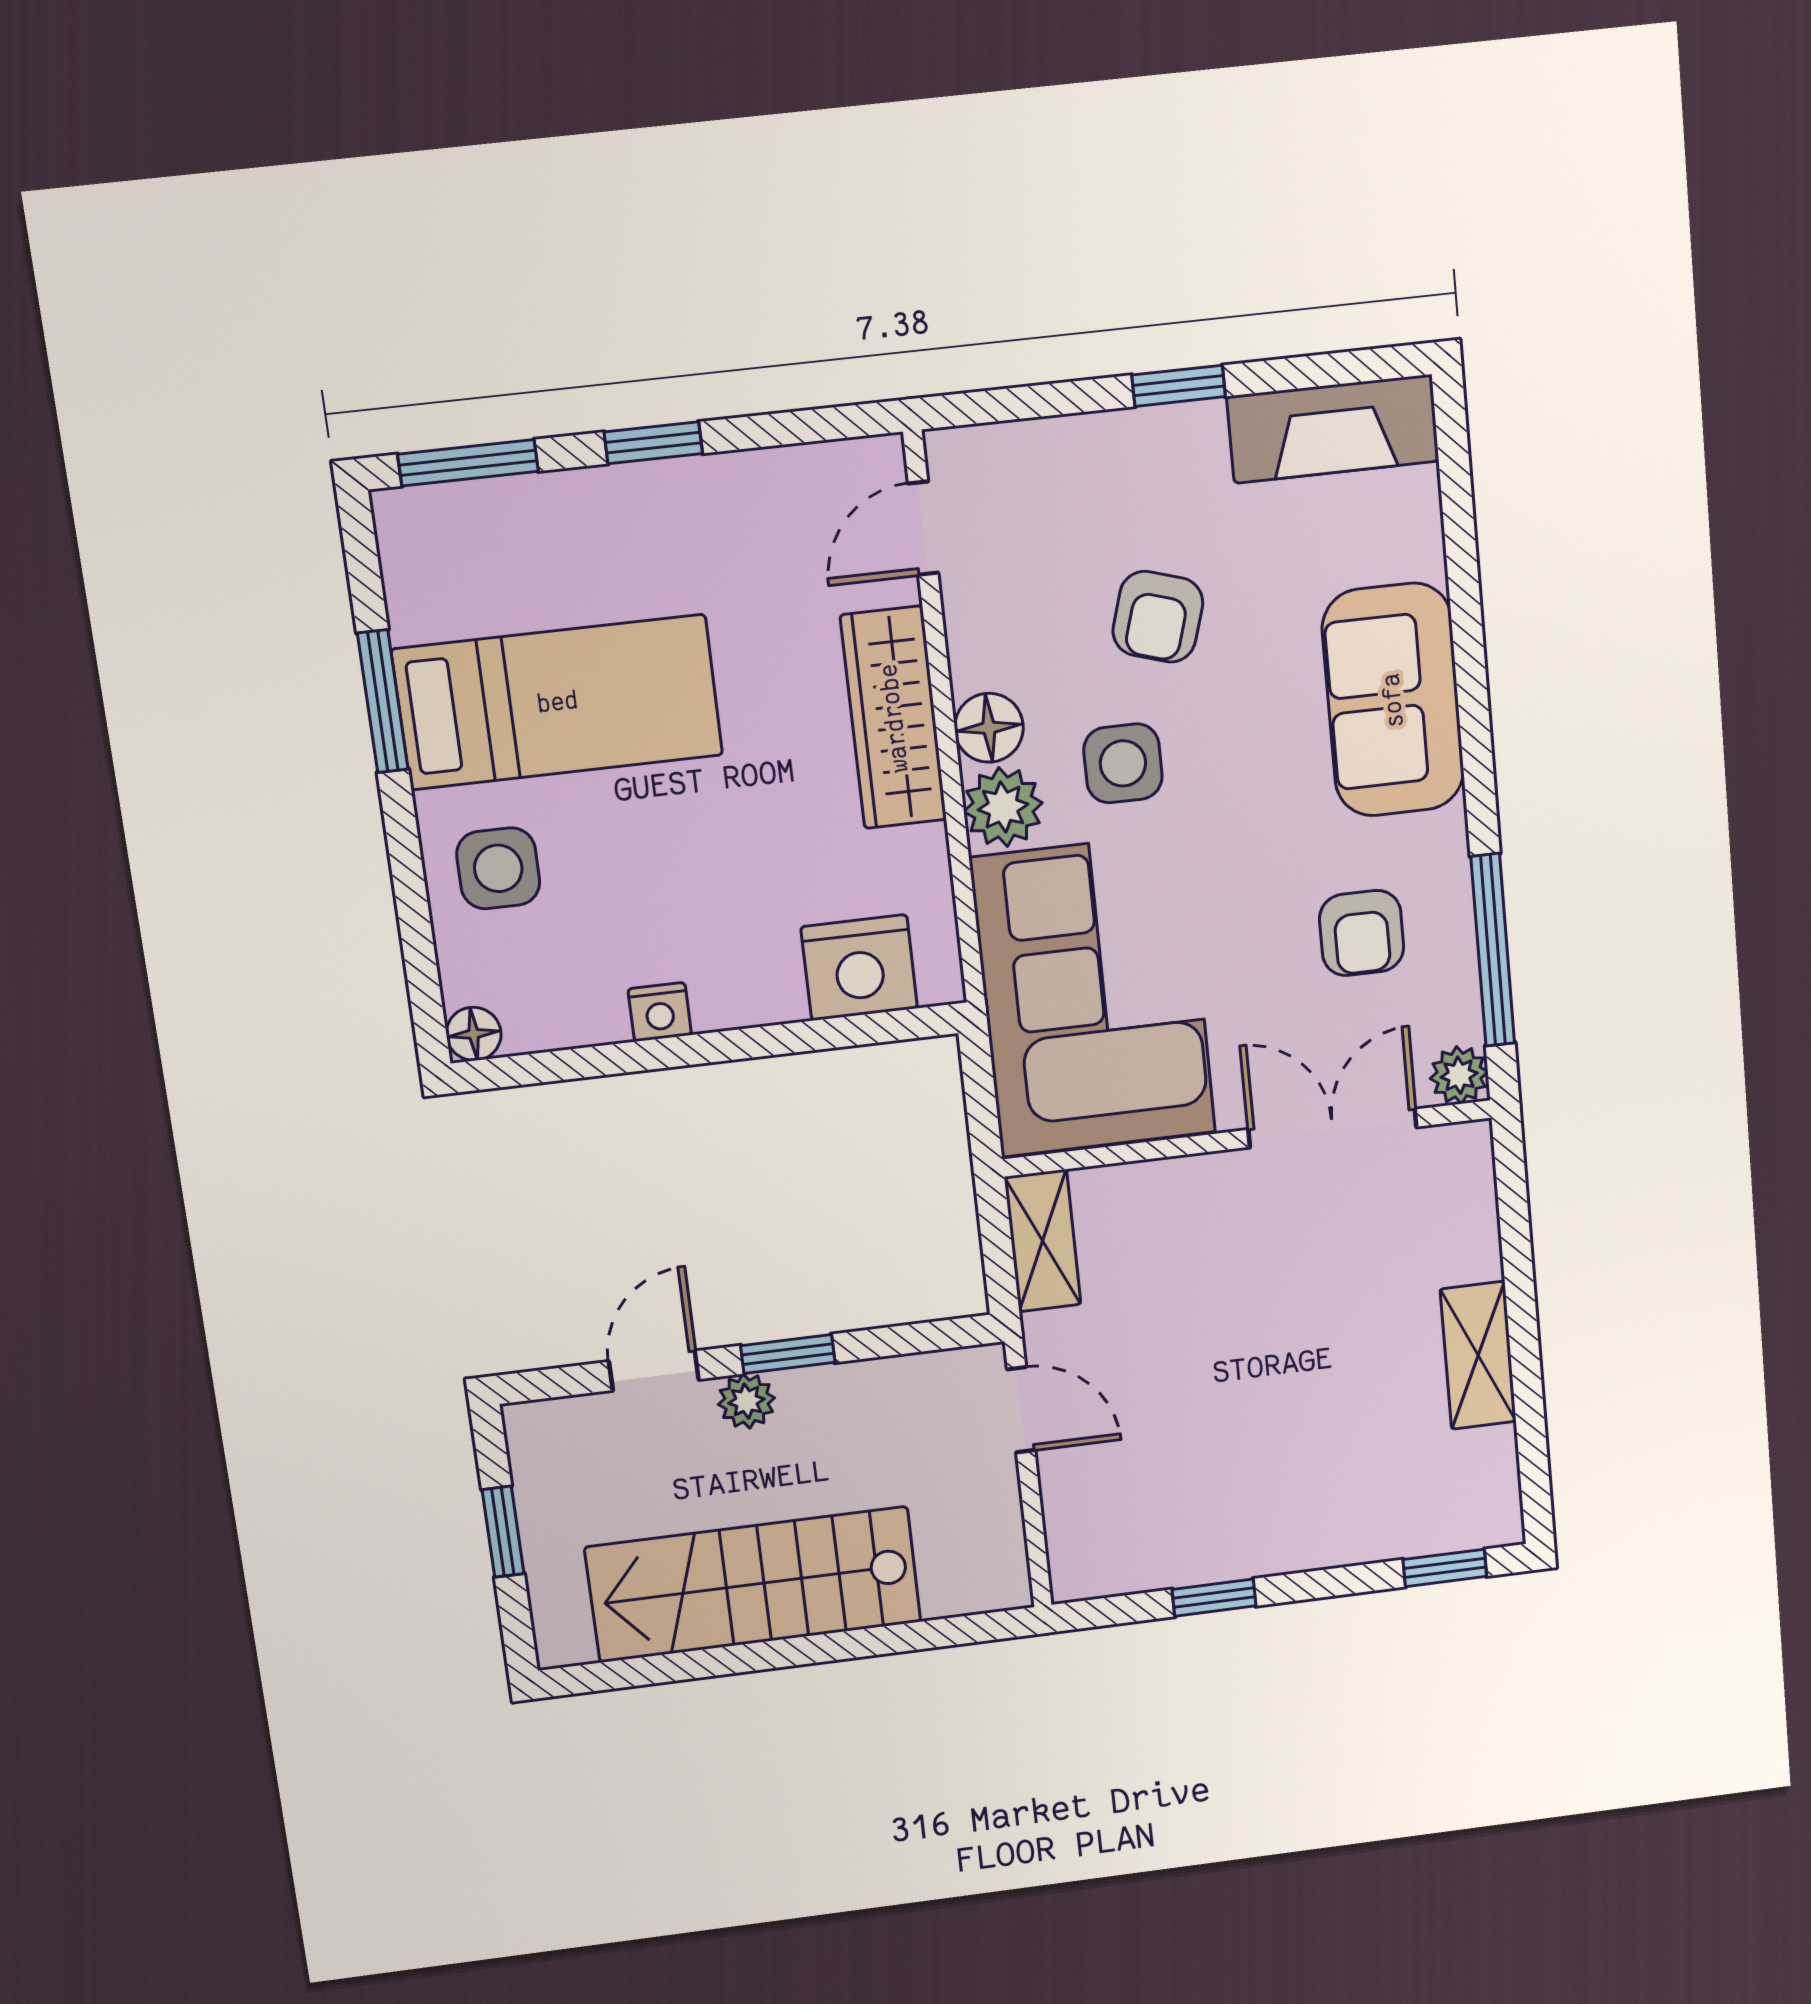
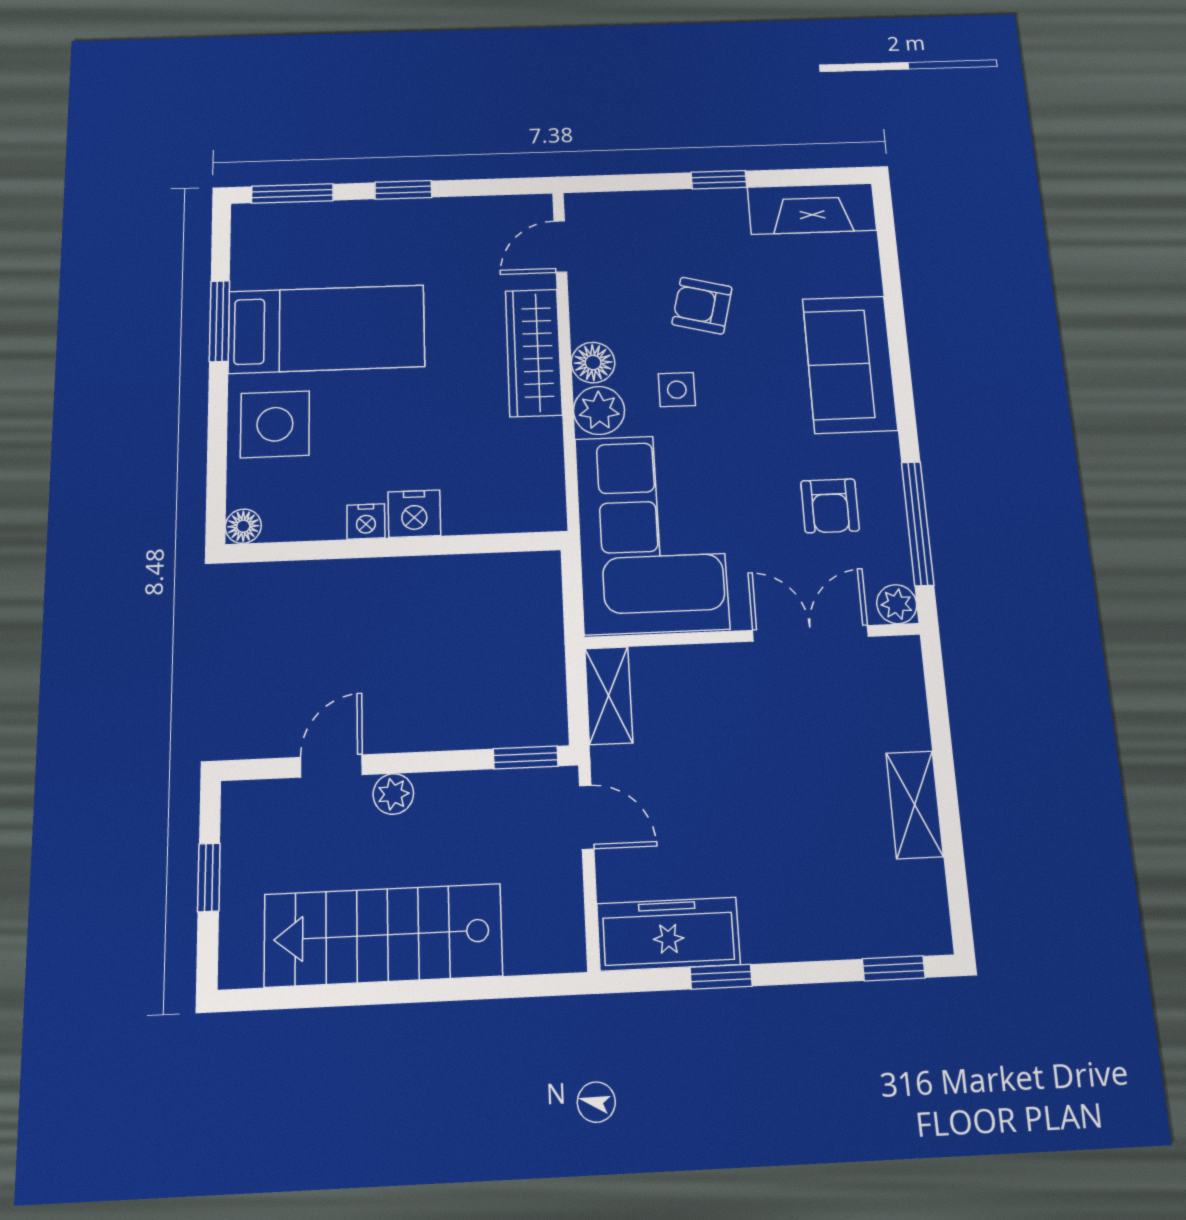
armchair: (1158, 617) -> (702, 306), turned 87
side table: (1123, 763) -> (677, 390), width x0.73, depth x0.73
side table: (498, 868) -> (275, 424), width x1.37, depth x1.37
nightstand: (859, 968) -> (414, 514), moved, width x0.74, depth x0.75
window: (788, 1354) -> (526, 757), moved
freezer: (1141, 1551) -> (668, 934), added

